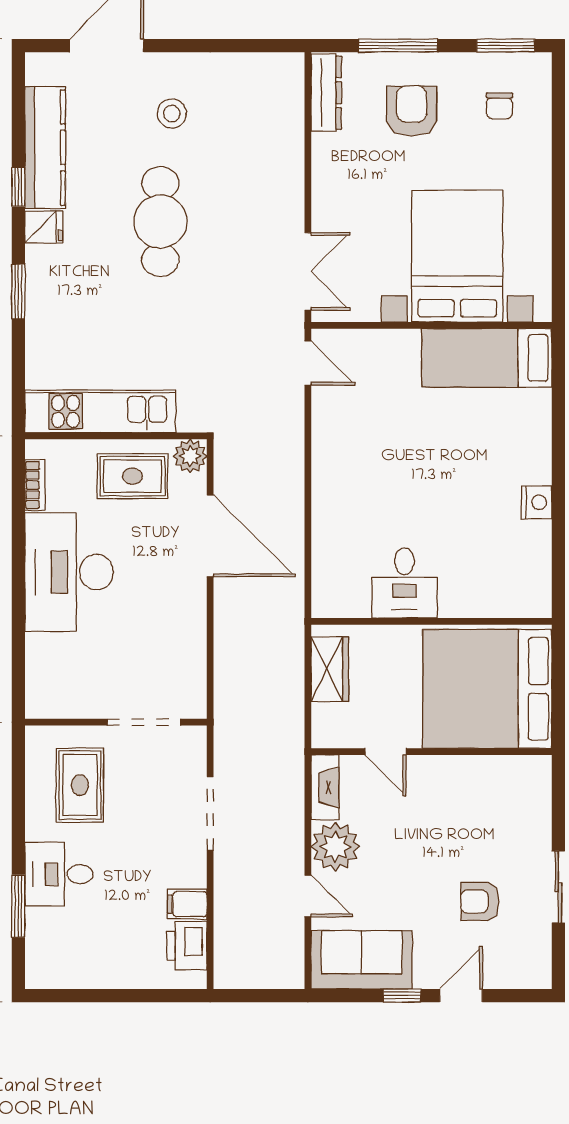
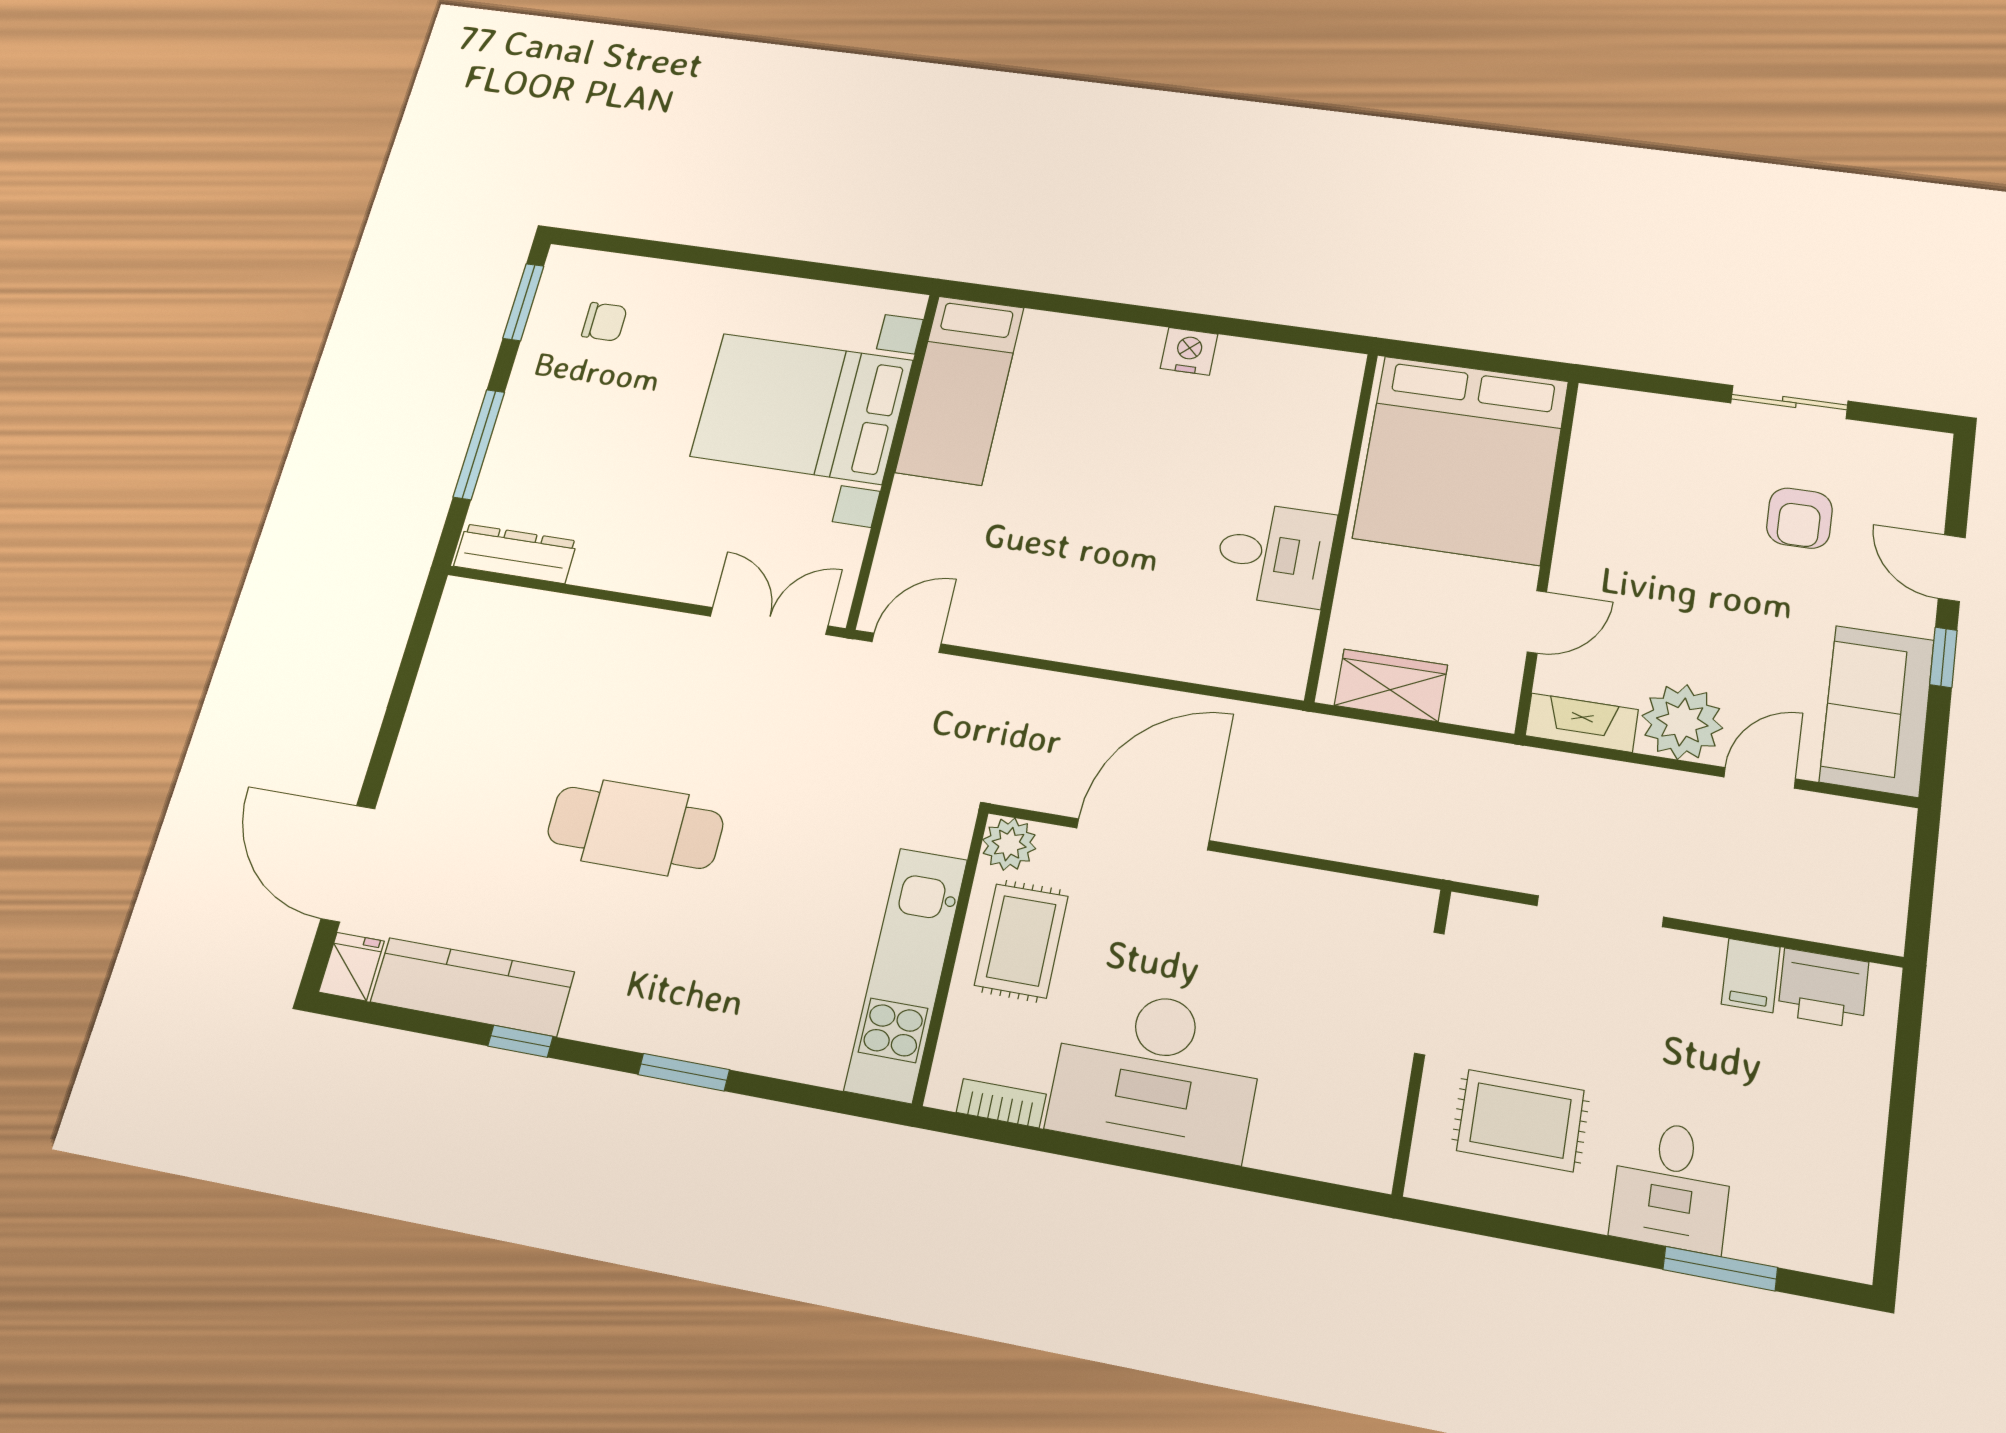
armchair: (412, 111) -> (577, 440), removed
stool: (172, 113) -> (479, 782), removed
fridge: (44, 227) -> (351, 967), moved

